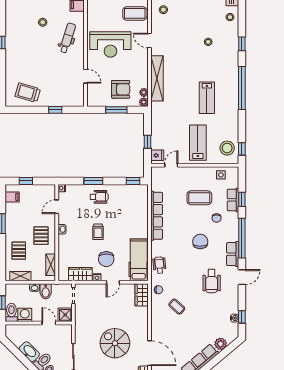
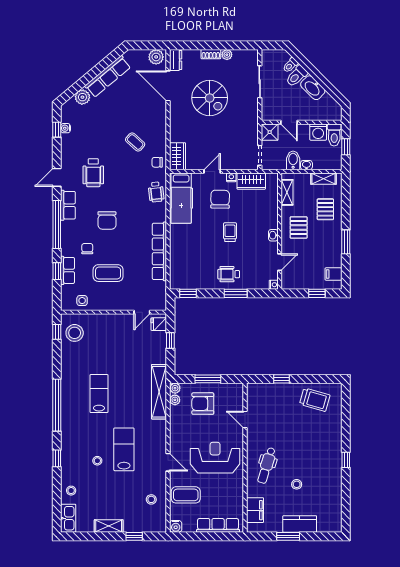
shelving: (157, 78) -> (159, 392), moved
lab bench: (198, 143) -> (124, 449), moved, turned 180
wheelchair: (212, 281) -> (93, 173), turned 180

